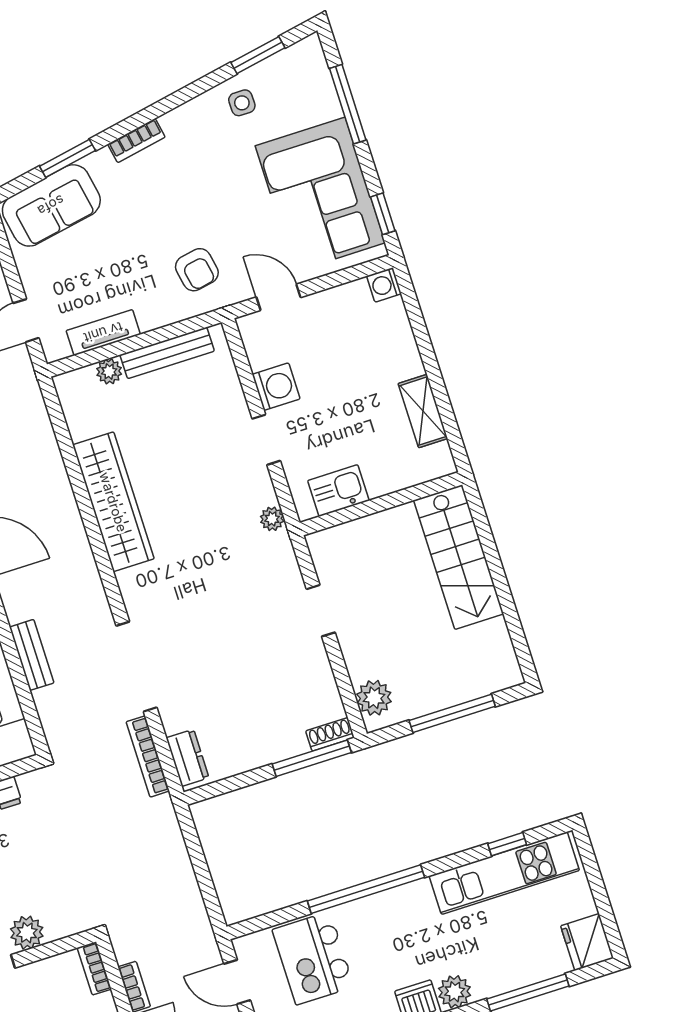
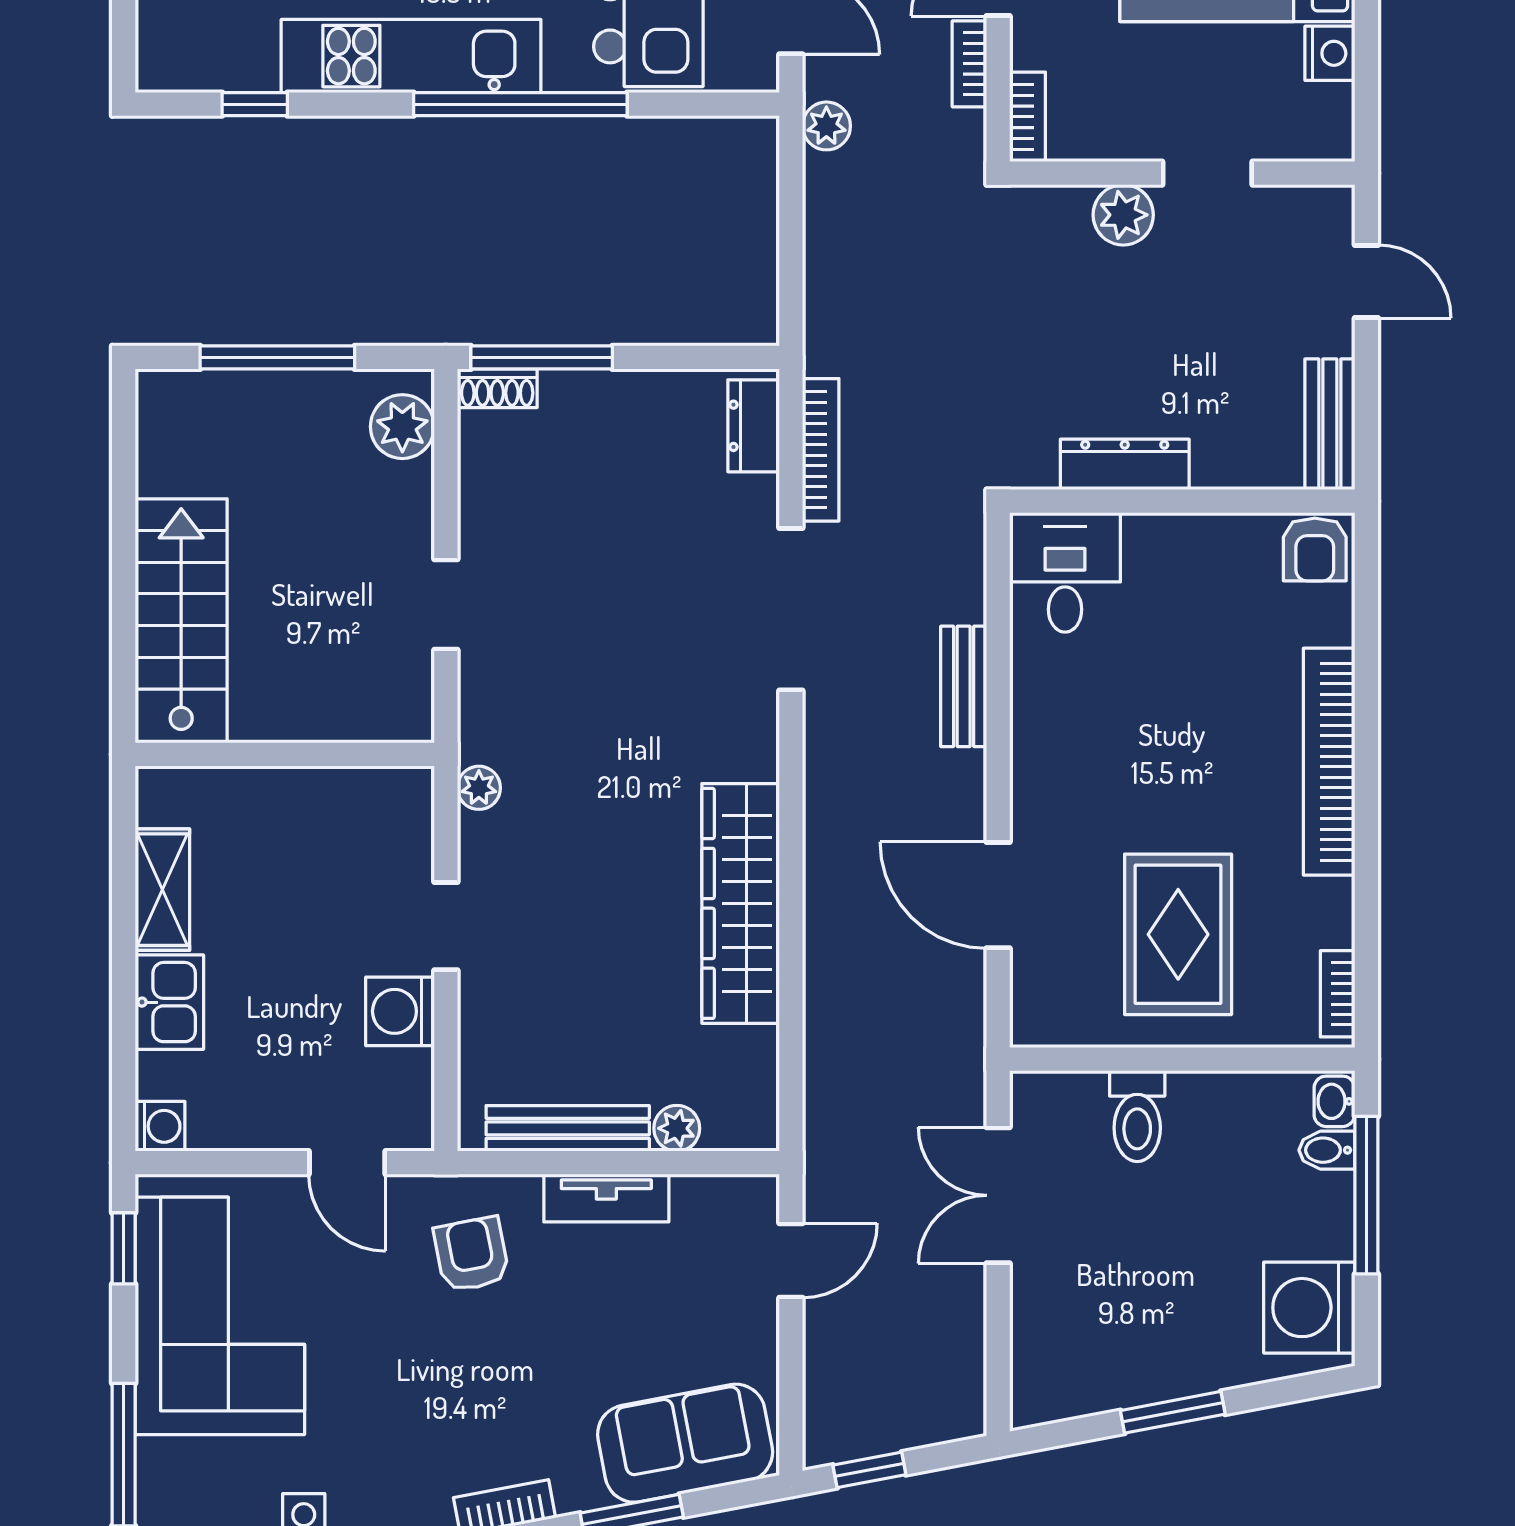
tv unit: (103, 332) -> (606, 1198), moved
kitchen sink: (338, 491) -> (169, 1002), moved, turned -90
kitchen unit: (504, 873) -> (411, 56), moved
plant: (200, 929) -> (826, 126), added

